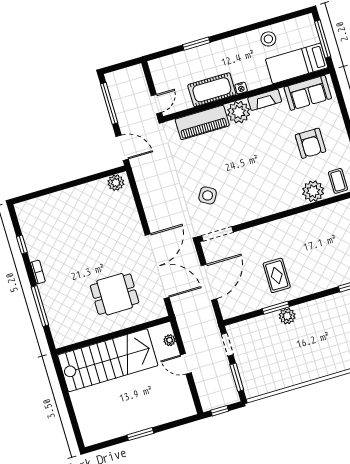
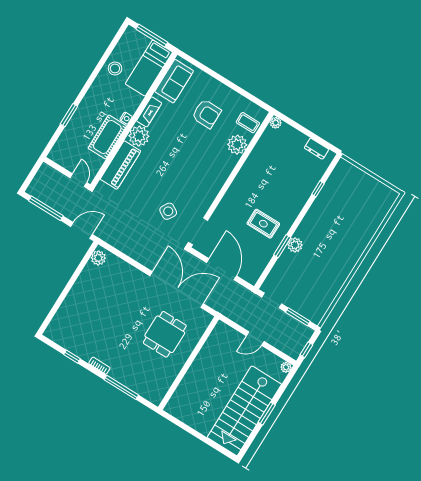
plant: (170, 340) -> (286, 367), moved
stairs: (108, 360) -> (244, 411), moved, turned 180

